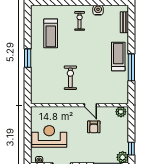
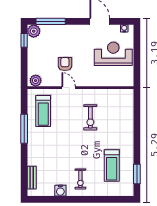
treadmill: (51, 33) -> (112, 165), turned 180
treadmill: (118, 56) -> (43, 111), moved
window: (28, 58) -> (137, 174), moved
reception desk: (49, 136) -> (113, 54), turned 180

